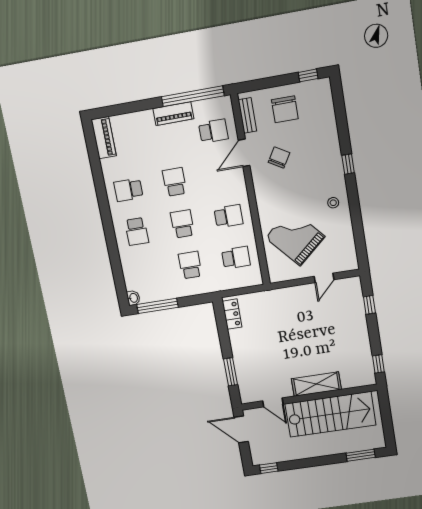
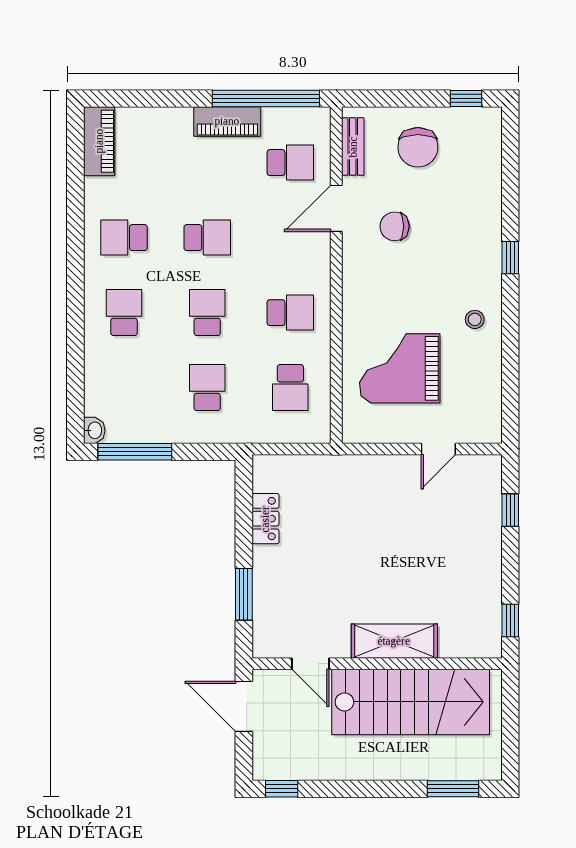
chair: (279, 158) -> (395, 226), turned -121
school desk: (175, 182) -> (207, 238), turned 90
school desk: (137, 231) -> (124, 313), turned 180
grand piano: (295, 237) -> (400, 368), turned -49
school desk: (236, 258) -> (290, 388), turned 90
locker: (232, 314) -> (265, 519), moved

